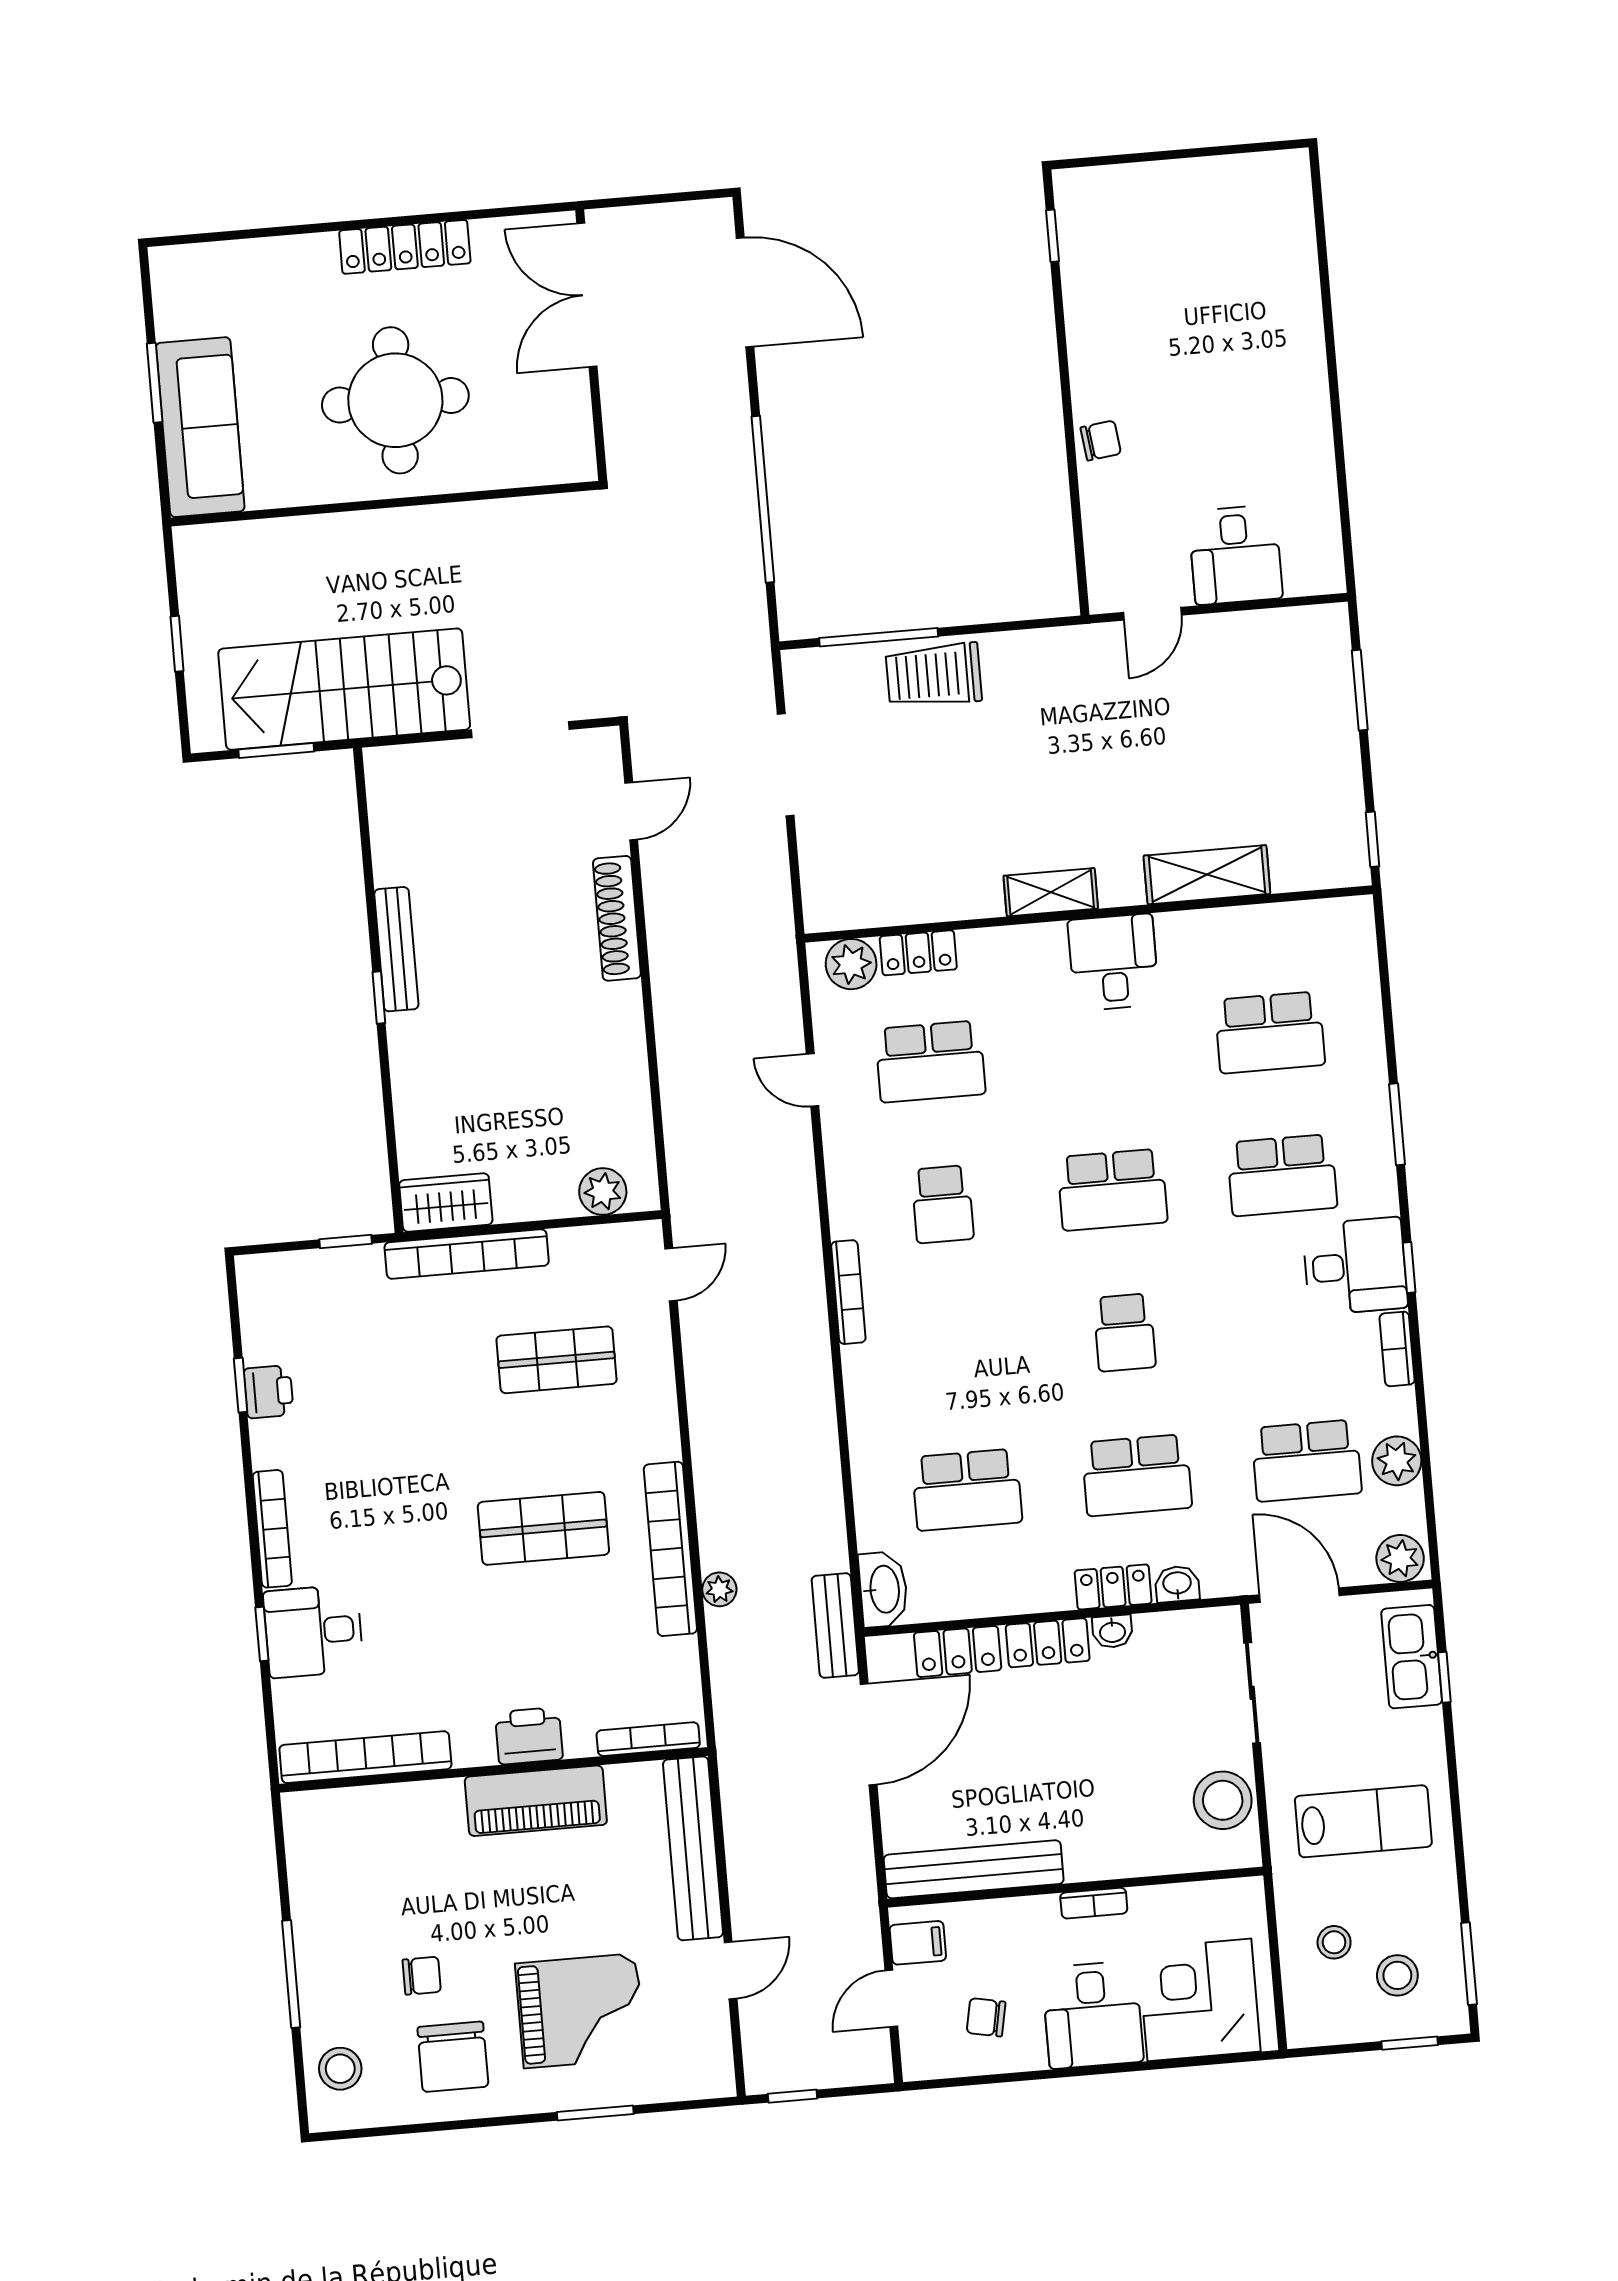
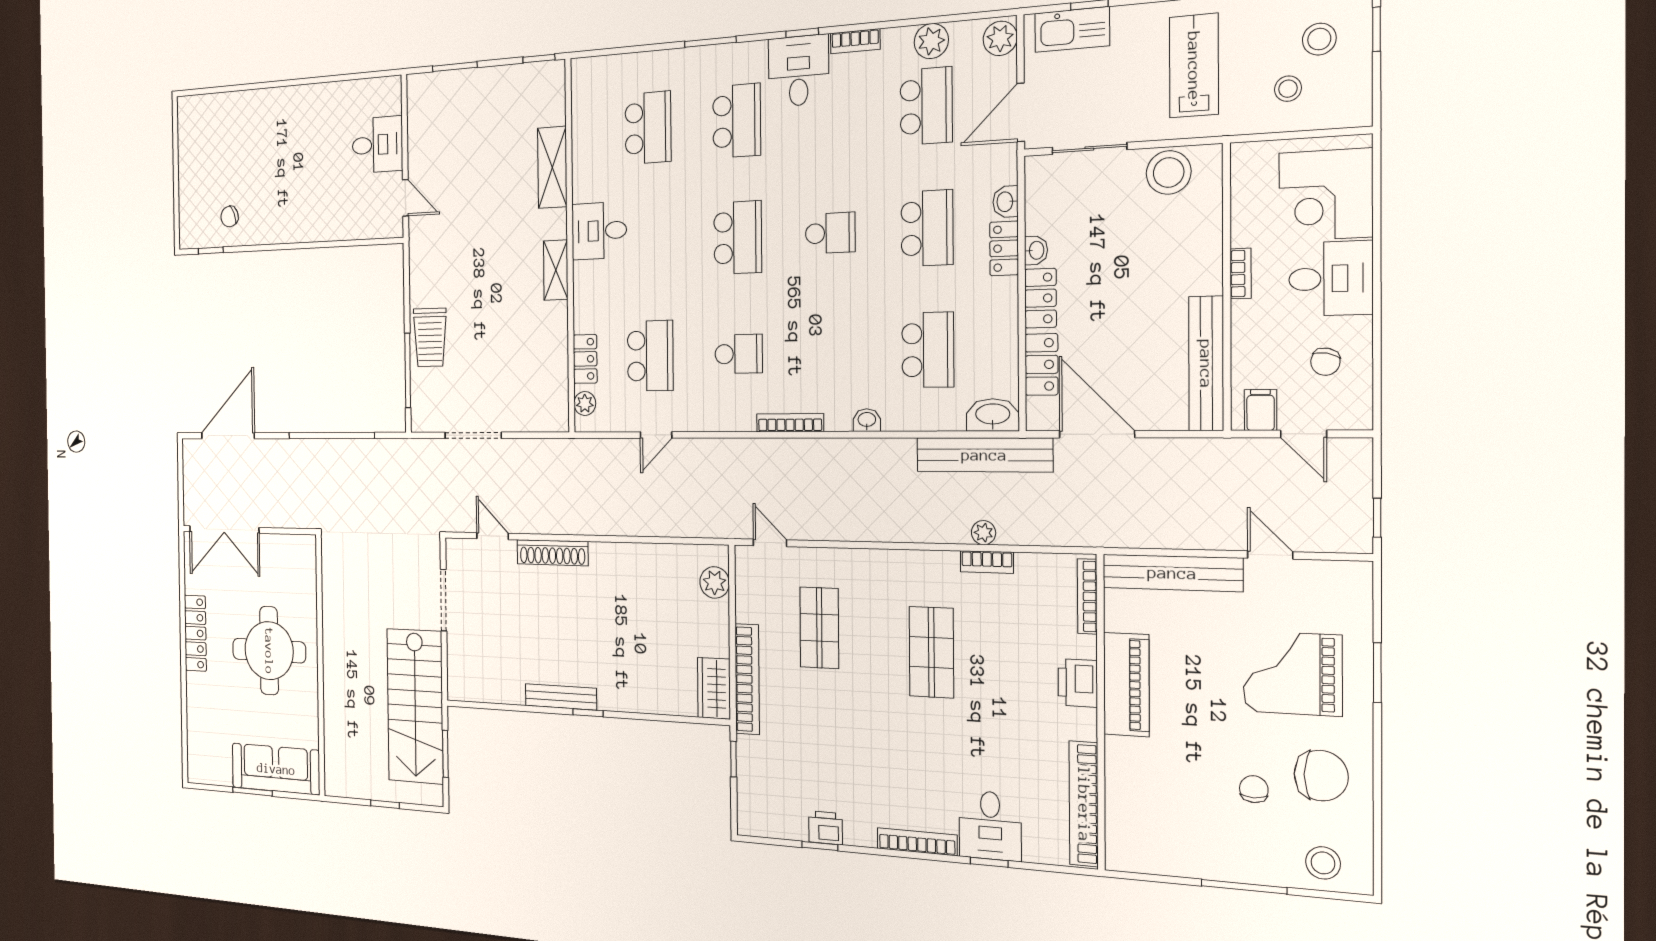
chair: (1101, 441) -> (230, 216), moved, turned -105
plant: (851, 964) -> (585, 403), width x0.73, depth x0.73
washbasin: (861, 1408) -> (867, 420), added
bookcase: (670, 1549) -> (987, 562), width x0.43, depth x0.76
bench: (835, 1626) -> (984, 455), width x1.86, depth x1.21
grand piano: (580, 2011) -> (1292, 673), turned -90

